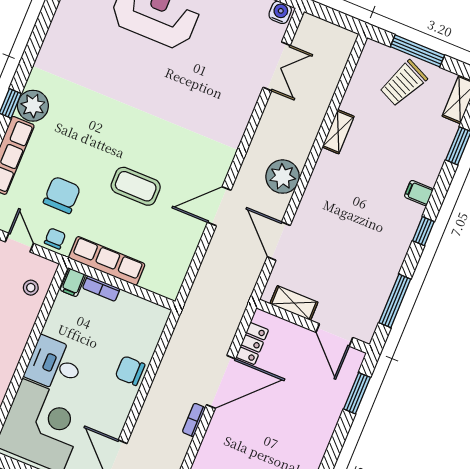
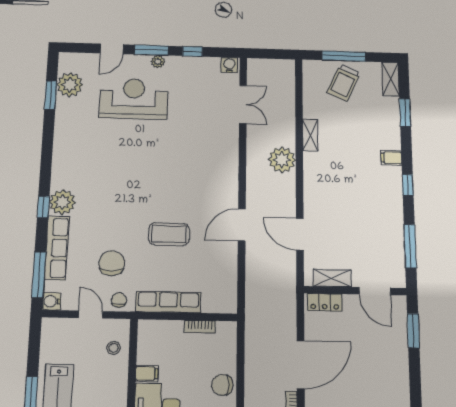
plant: (283, 177) -> (282, 160), moved
filing cabinet: (73, 282) -> (147, 374), moved, turned -90
bookcase: (101, 288) -> (200, 327), moved
locker: (252, 344) -> (325, 302), moved, turned 90

